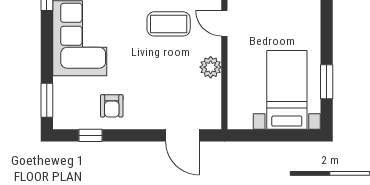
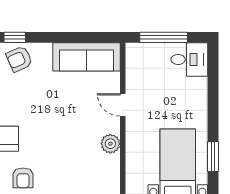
coffee table: (169, 24) -> (73, 105), removed

